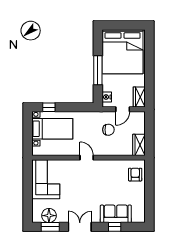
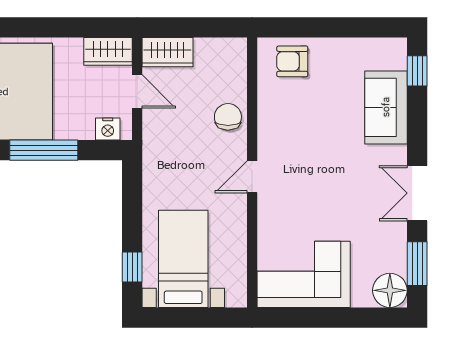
chair: (108, 130) -> (228, 117), moved
wardrobe: (139, 145) -> (167, 52), moved
floor lamp: (49, 216) -> (390, 290), moved
window: (115, 227) -> (417, 71), moved

